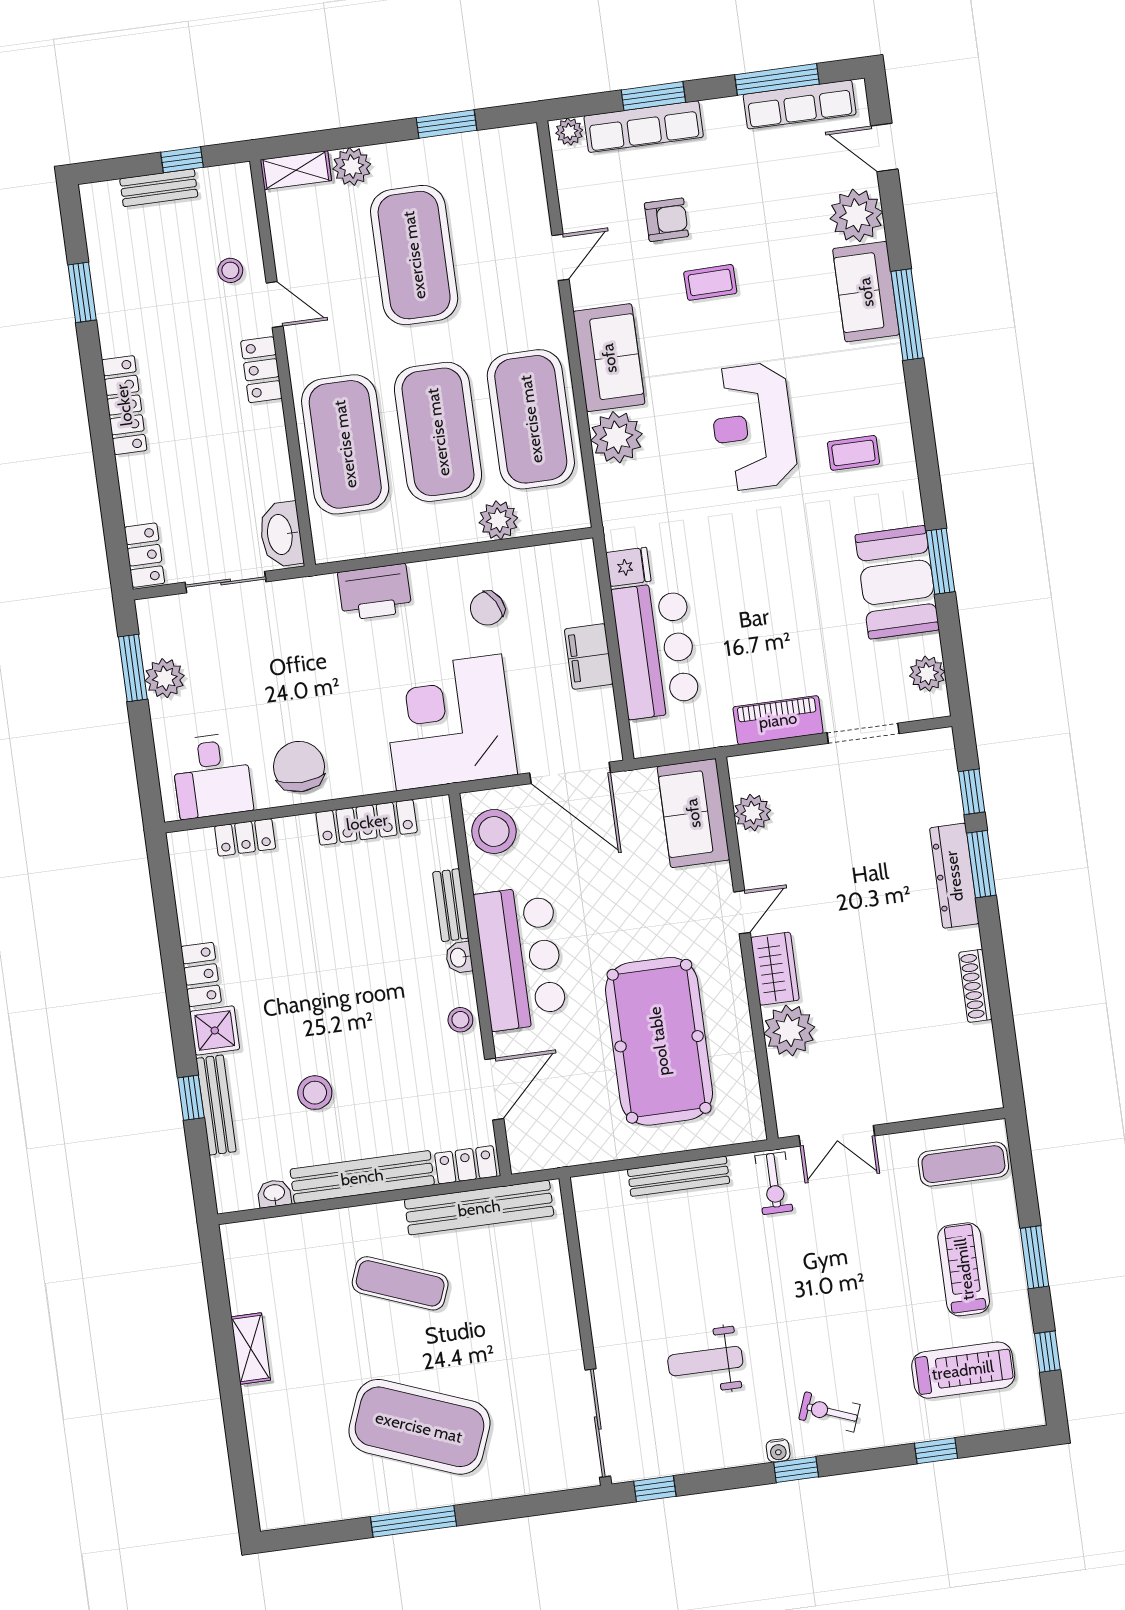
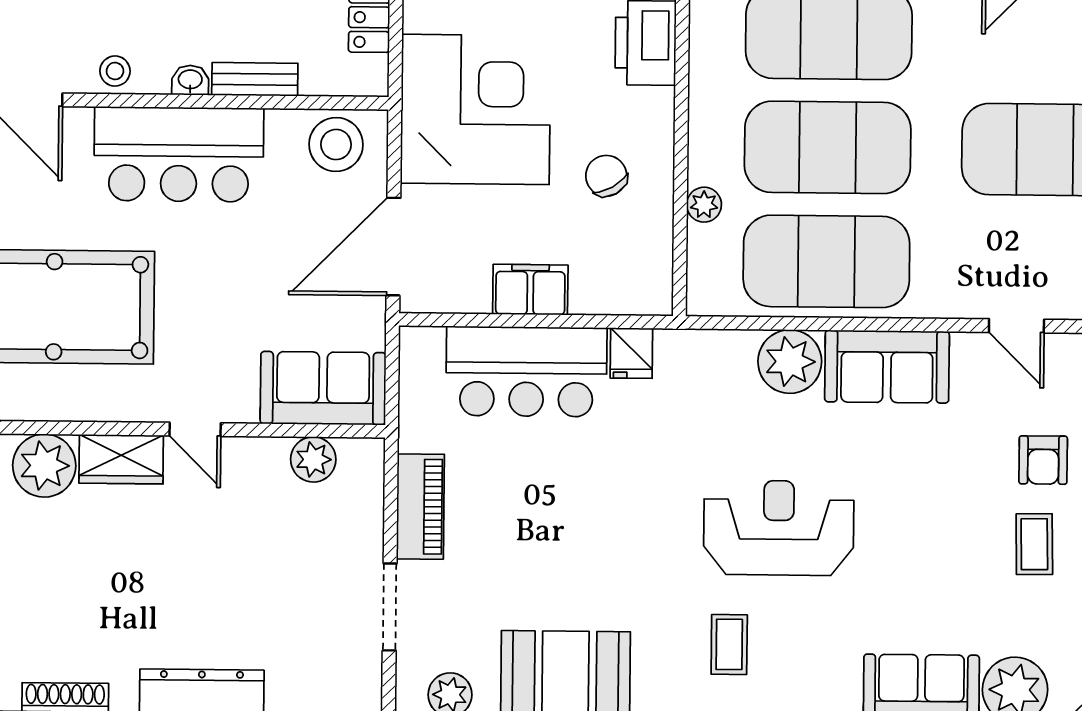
coffee table: (710, 282) -> (1034, 544), moved
plant: (498, 520) -> (704, 205), width x0.73, depth x0.73

